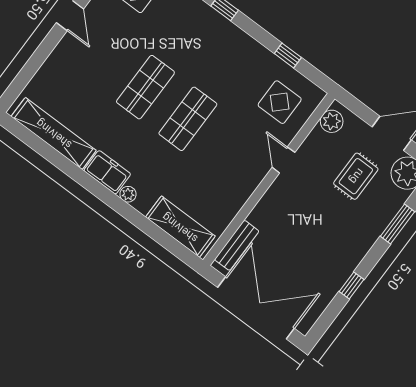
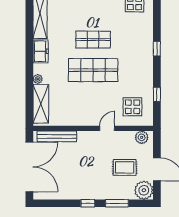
shop shelf: (188, 119) -> (93, 70), width x1.43, depth x1.36
plant: (128, 194) -> (38, 79), moved
bench: (237, 245) -> (57, 136), width x1.36
window: (351, 286) -> (88, 203), moved

